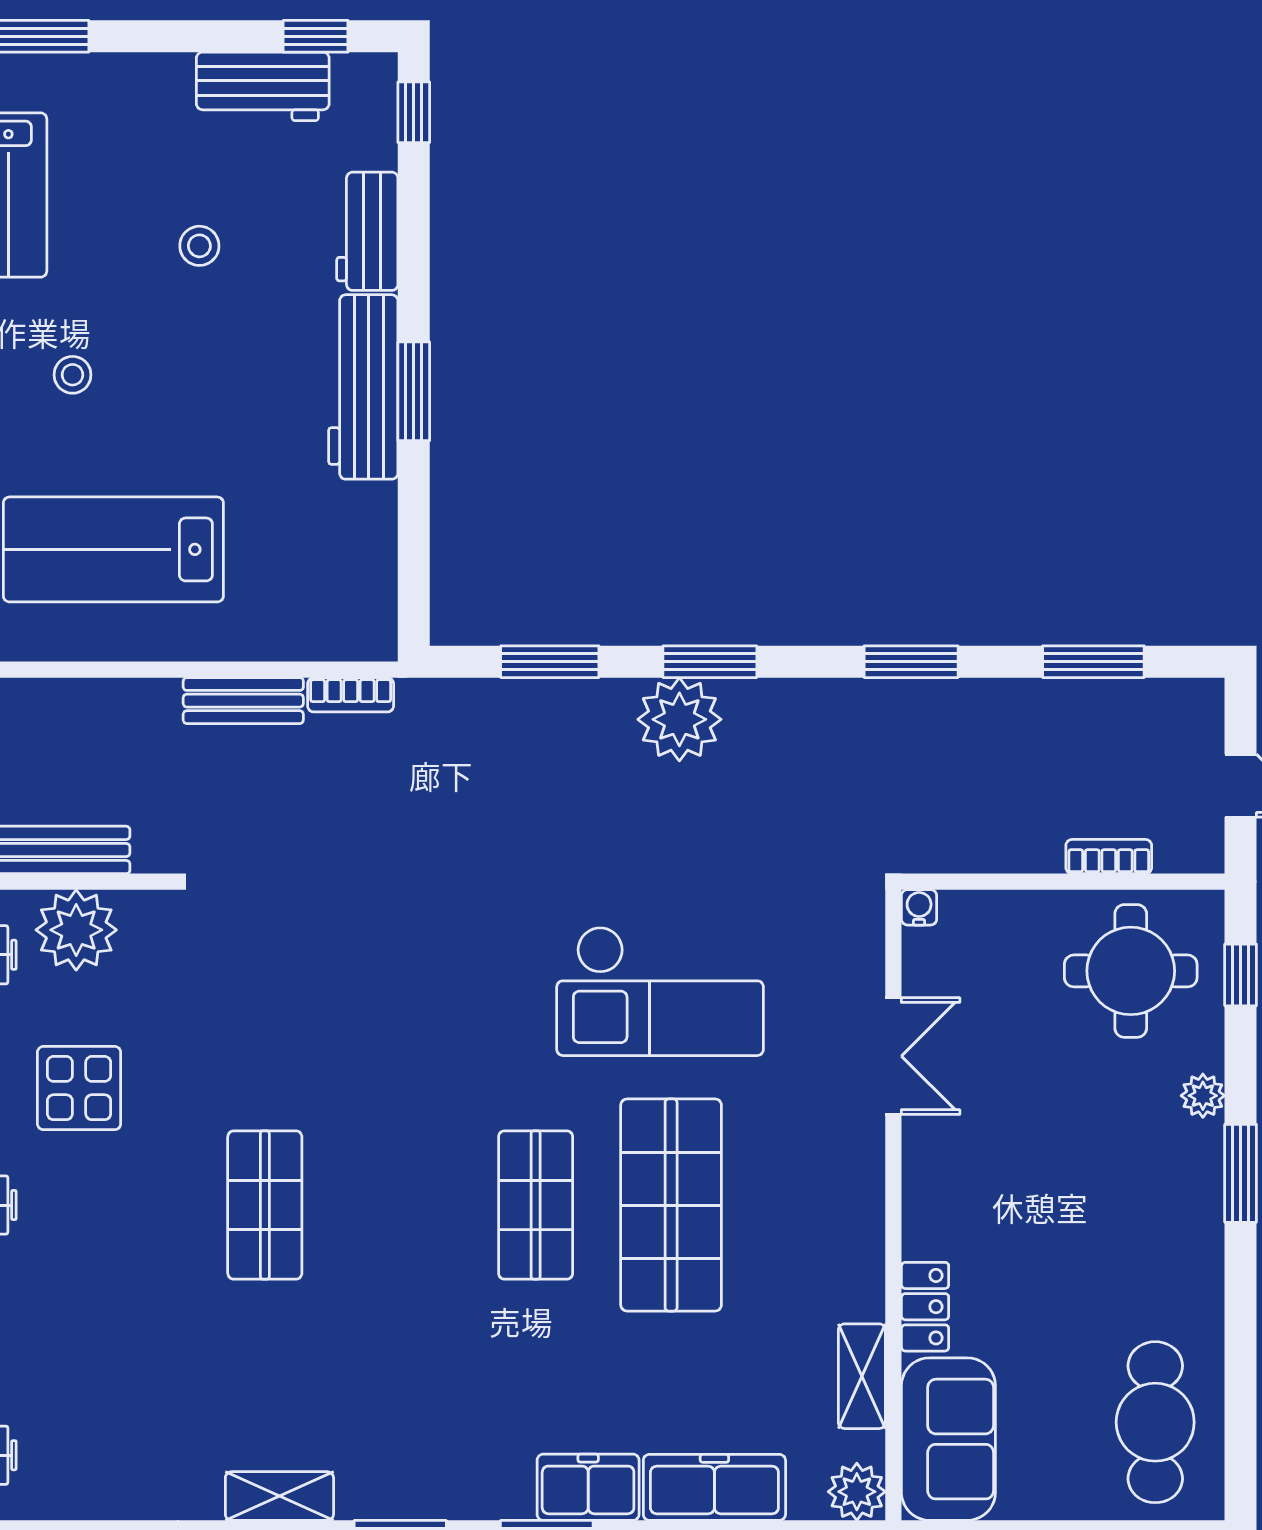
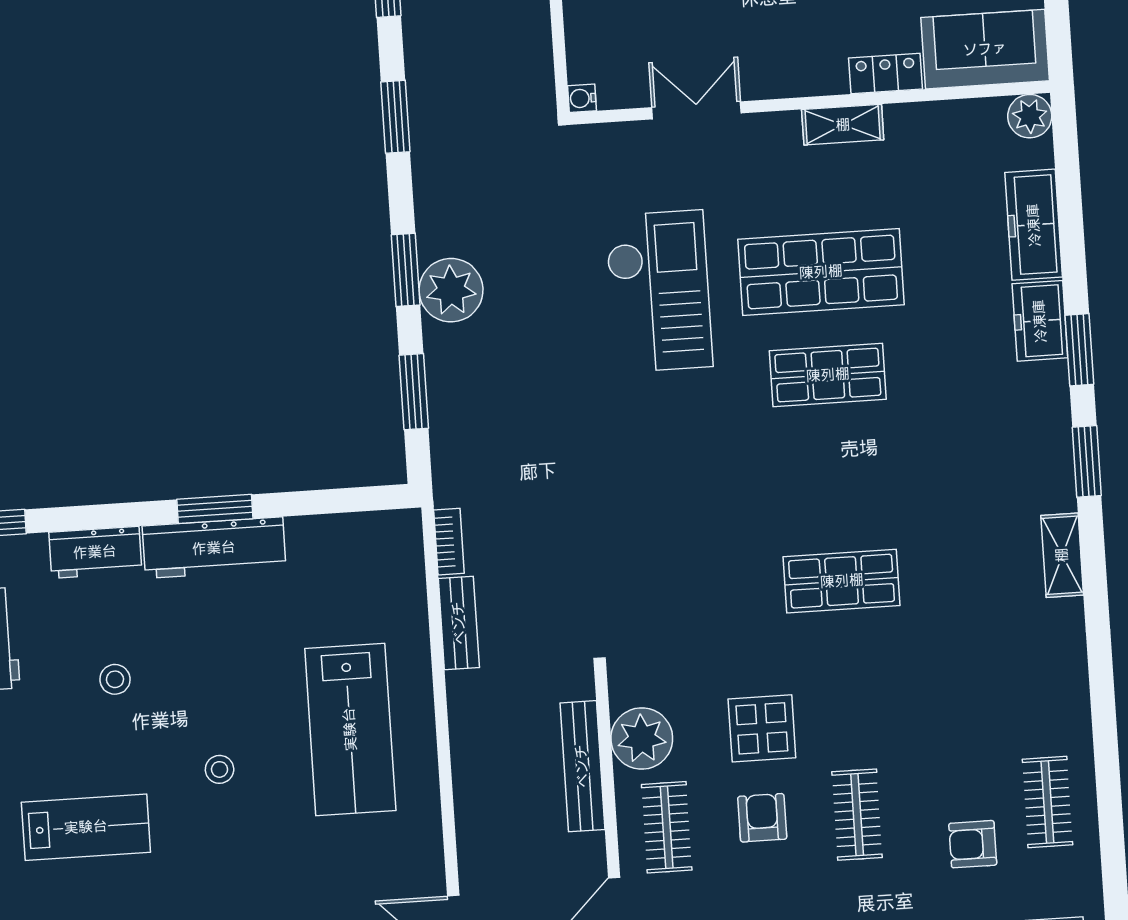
shelving: (862, 1376) -> (843, 125), moved

